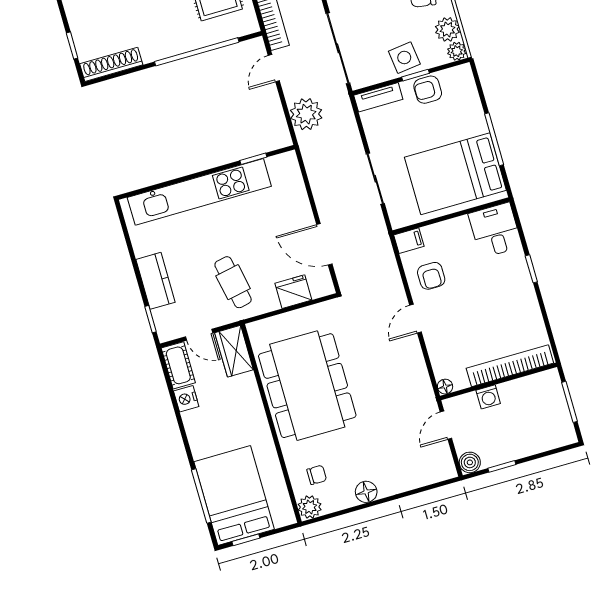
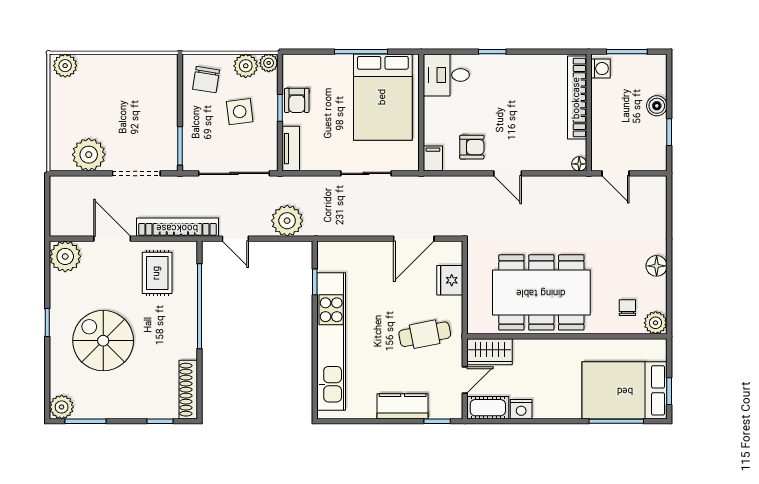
side table: (404, 58) -> (240, 112), moved
washing machine: (488, 397) -> (600, 69), moved
boiler: (470, 462) -> (657, 106), moved

